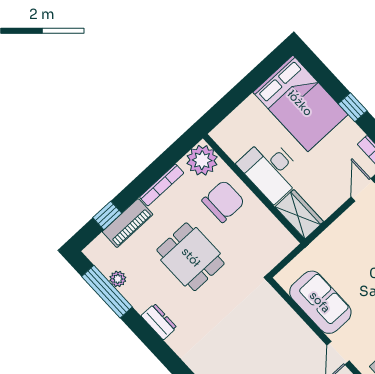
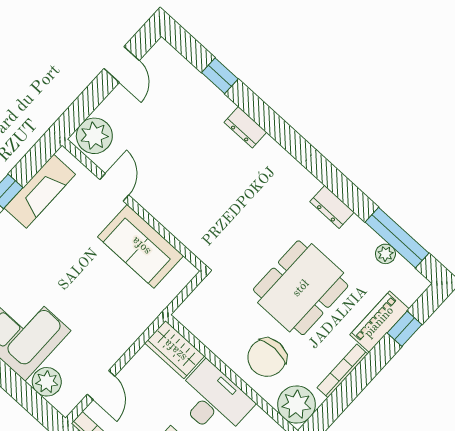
dining table: (191, 257) -> (301, 288), width x1.38

